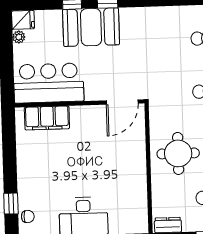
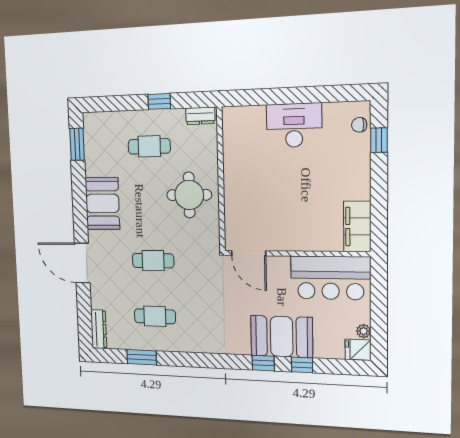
door: (122, 102) -> (249, 253), swing flipped
filing cabinet: (47, 118) -> (357, 226), moved, turned -90

